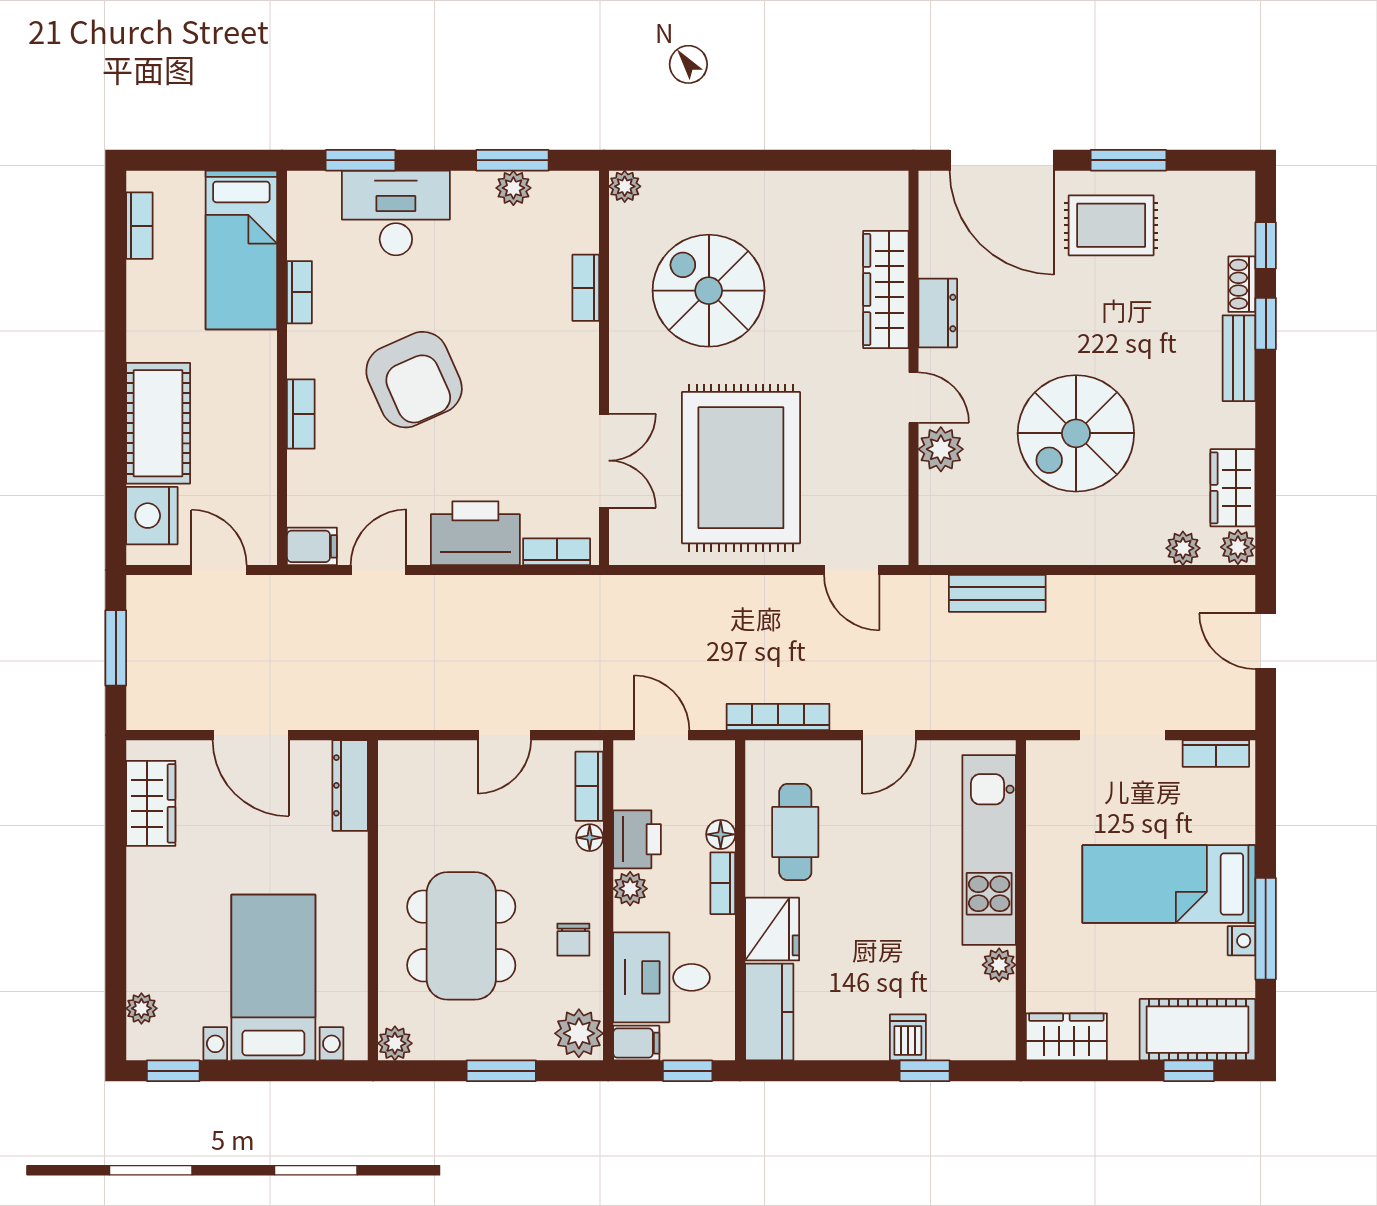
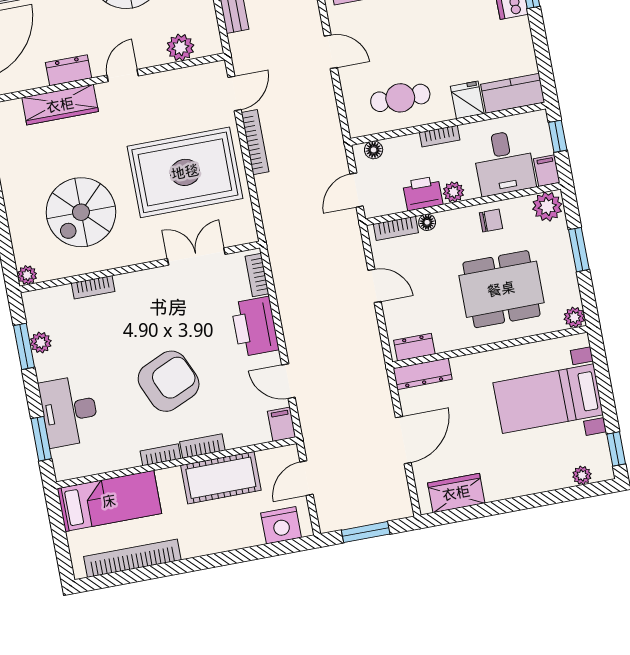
bookcase: (139, 226) -> (132, 558), width x2.31, depth x1.31
bookcase: (299, 292) -> (160, 455), moved
cot: (158, 423) -> (221, 478), moved
plant: (941, 449) -> (180, 48), moved
bookcase: (778, 717) -> (255, 142), moved, turned 180
dresser: (395, 780) -> (414, 347), added
floor lamp: (721, 834) -> (374, 150), moved
fridge: (772, 929) -> (467, 100), width x0.72

